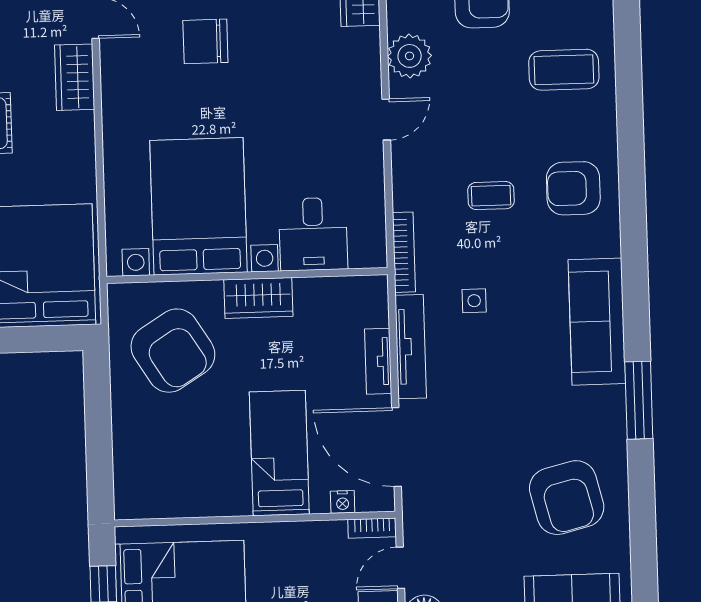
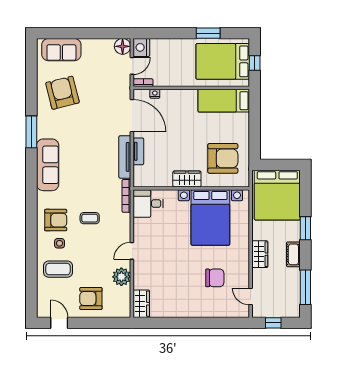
chair: (205, 41) -> (215, 278), moved
wardrobe: (75, 77) -> (260, 254), moved
desk: (313, 234) -> (148, 204), moved, turned -90
side table: (474, 301) -> (60, 243), moved
armchair: (173, 351) -> (223, 158), turned 122
bed: (279, 453) -> (224, 101), moved, turned 90

